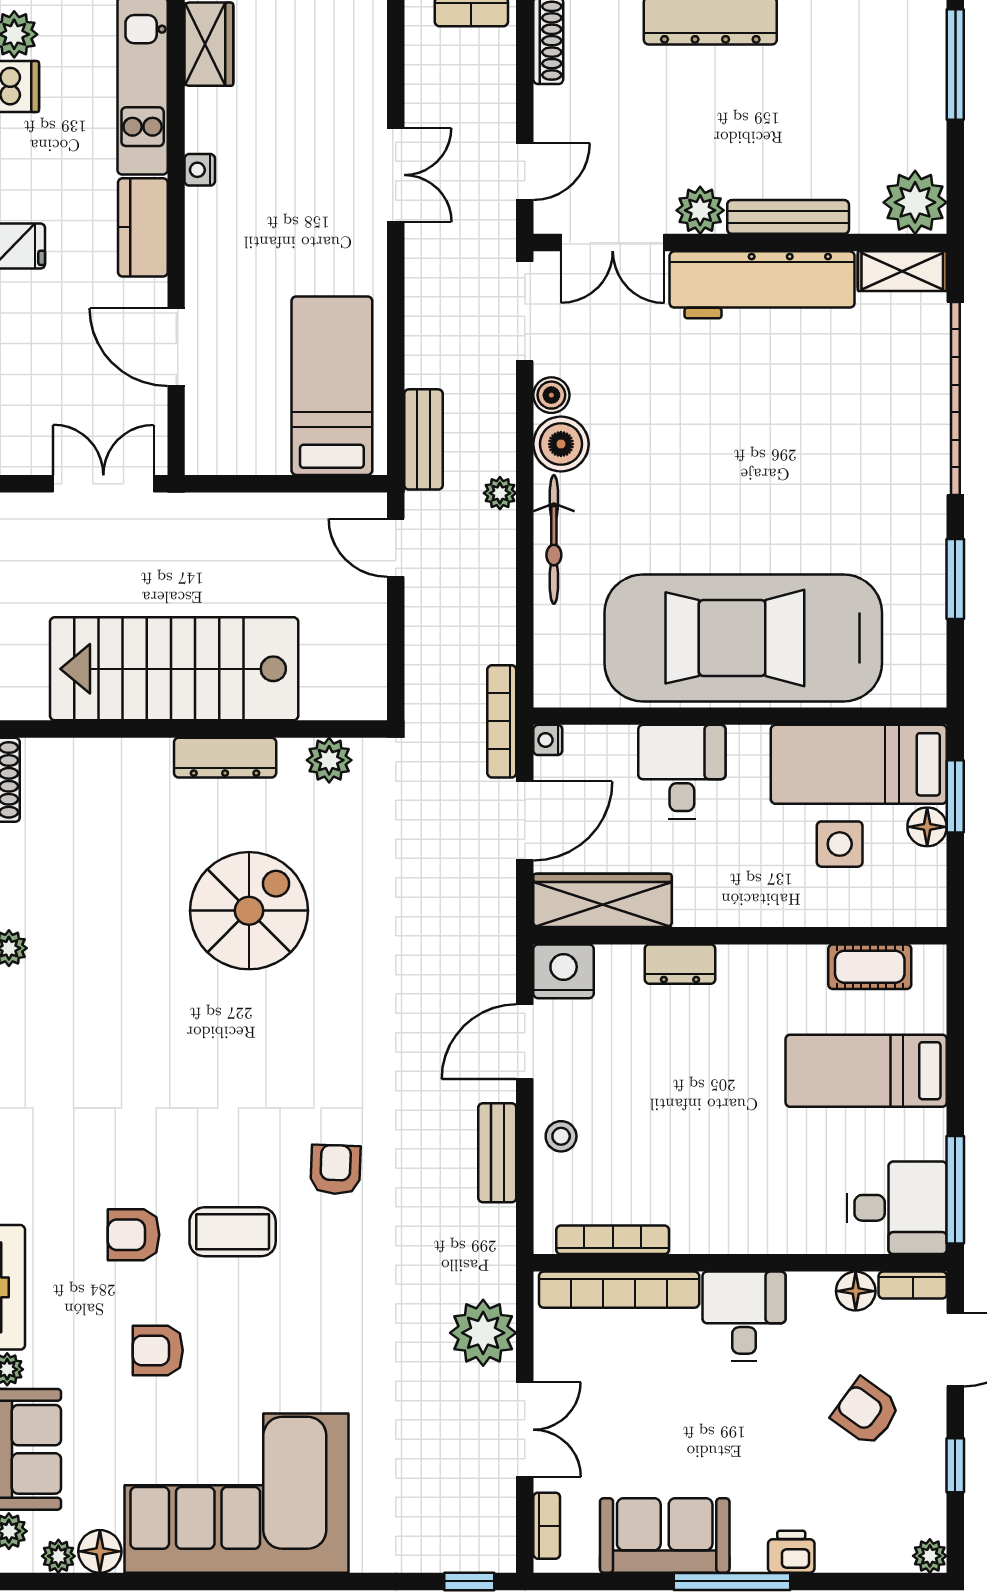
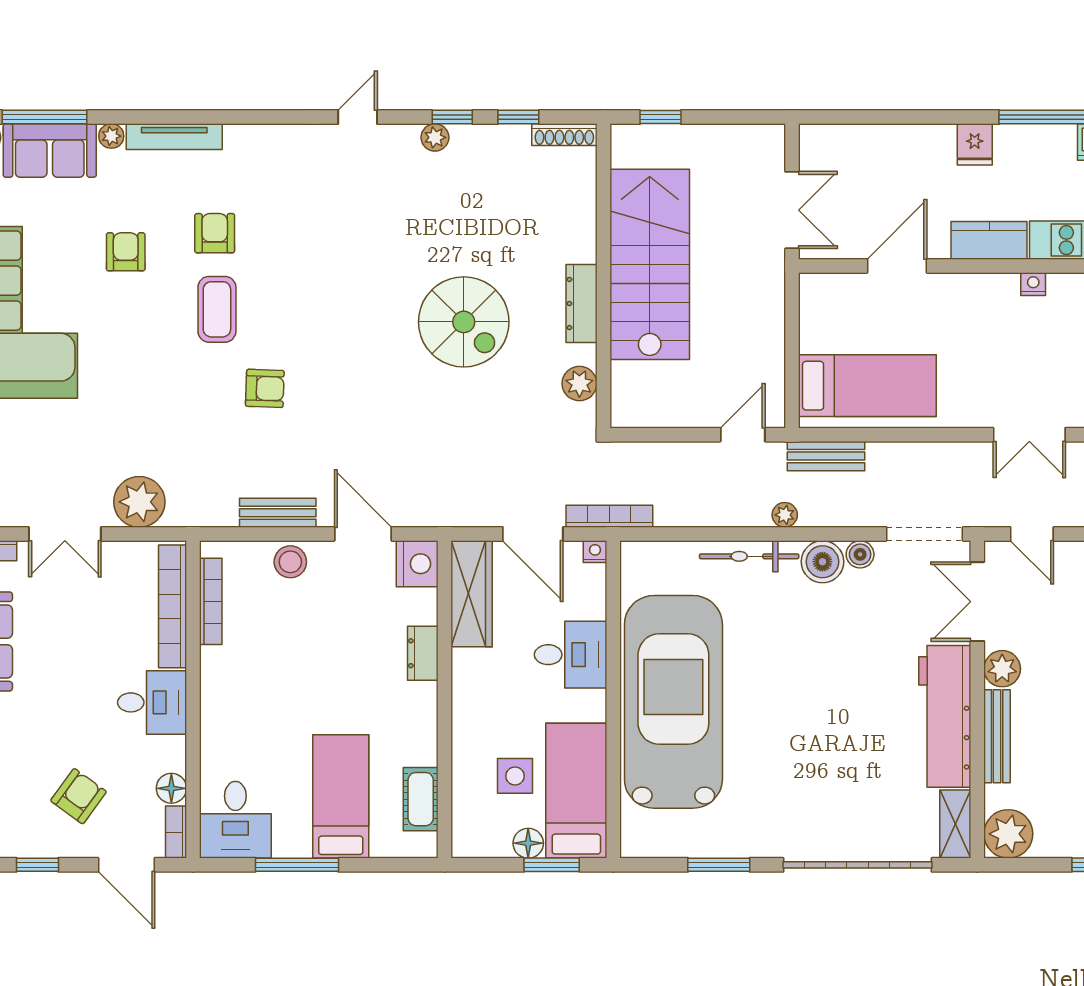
stool: (561, 1136) -> (290, 562), width x1.37, depth x1.37
window: (955, 1190) -> (297, 865), moved

